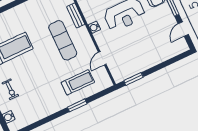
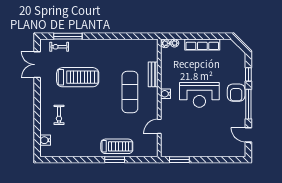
door: (183, 29) -> (248, 135), hinge flipped
treadmill: (78, 82) -> (117, 146), moved

